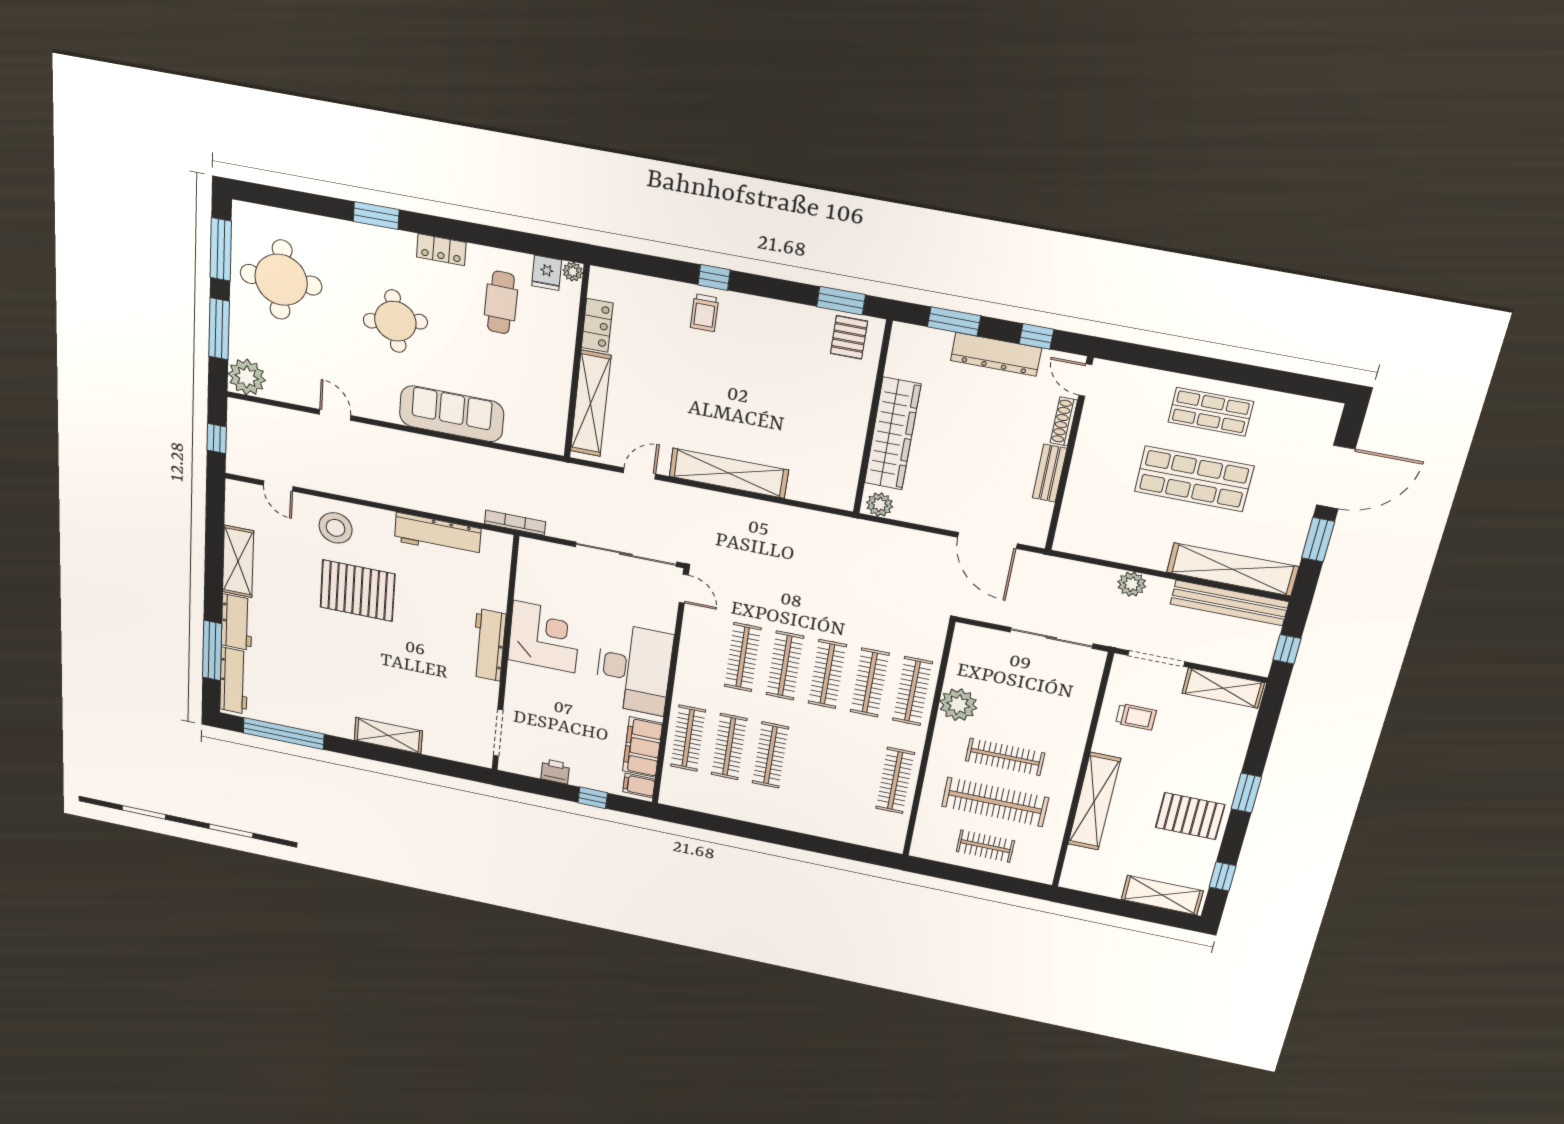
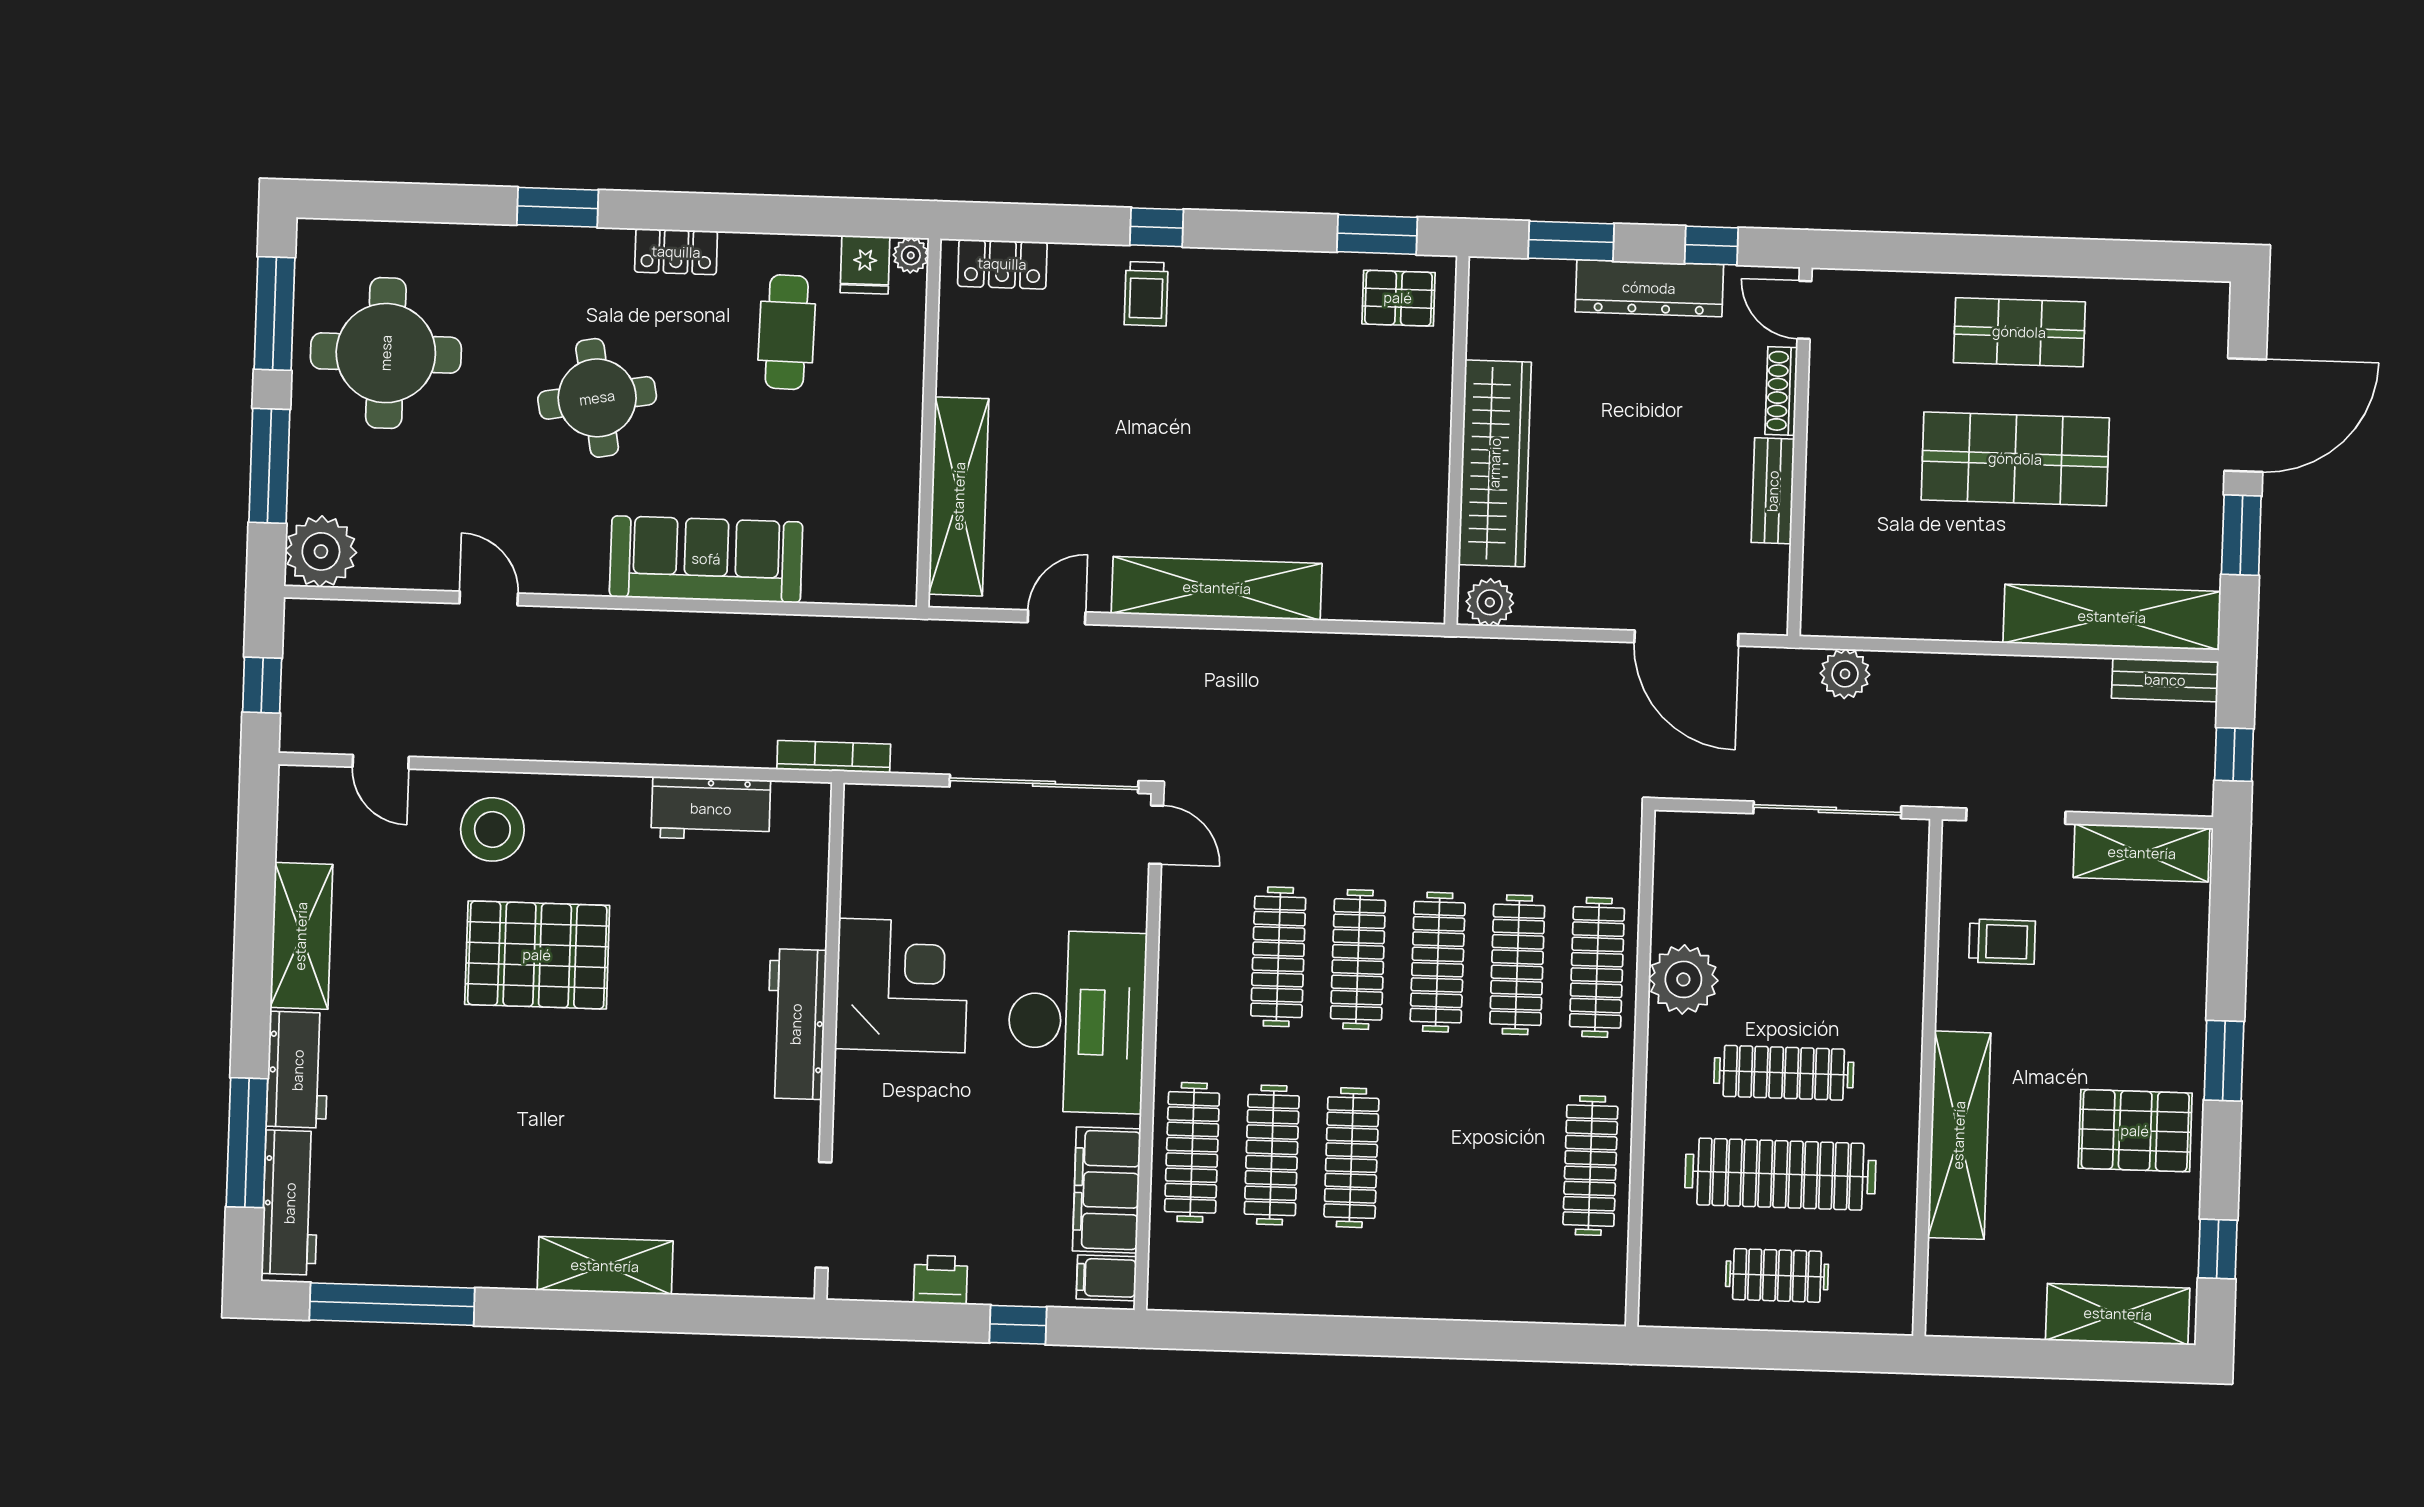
locker: (597, 325) -> (1002, 264), moved, turned 90
pallet: (849, 337) -> (1398, 298), turned 90
workbench: (438, 535) -> (711, 809), width x0.73
plant: (1132, 584) -> (1845, 674), moved
bench: (1229, 603) -> (2165, 680), width x0.54, depth x0.82

